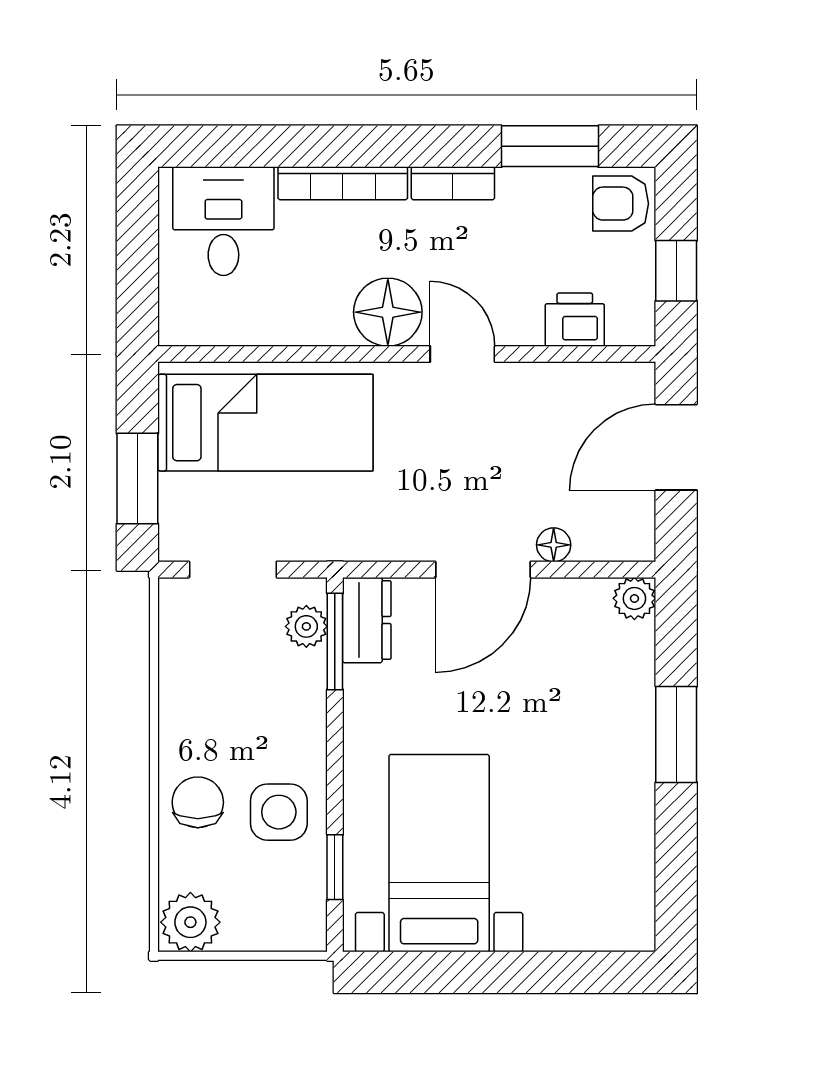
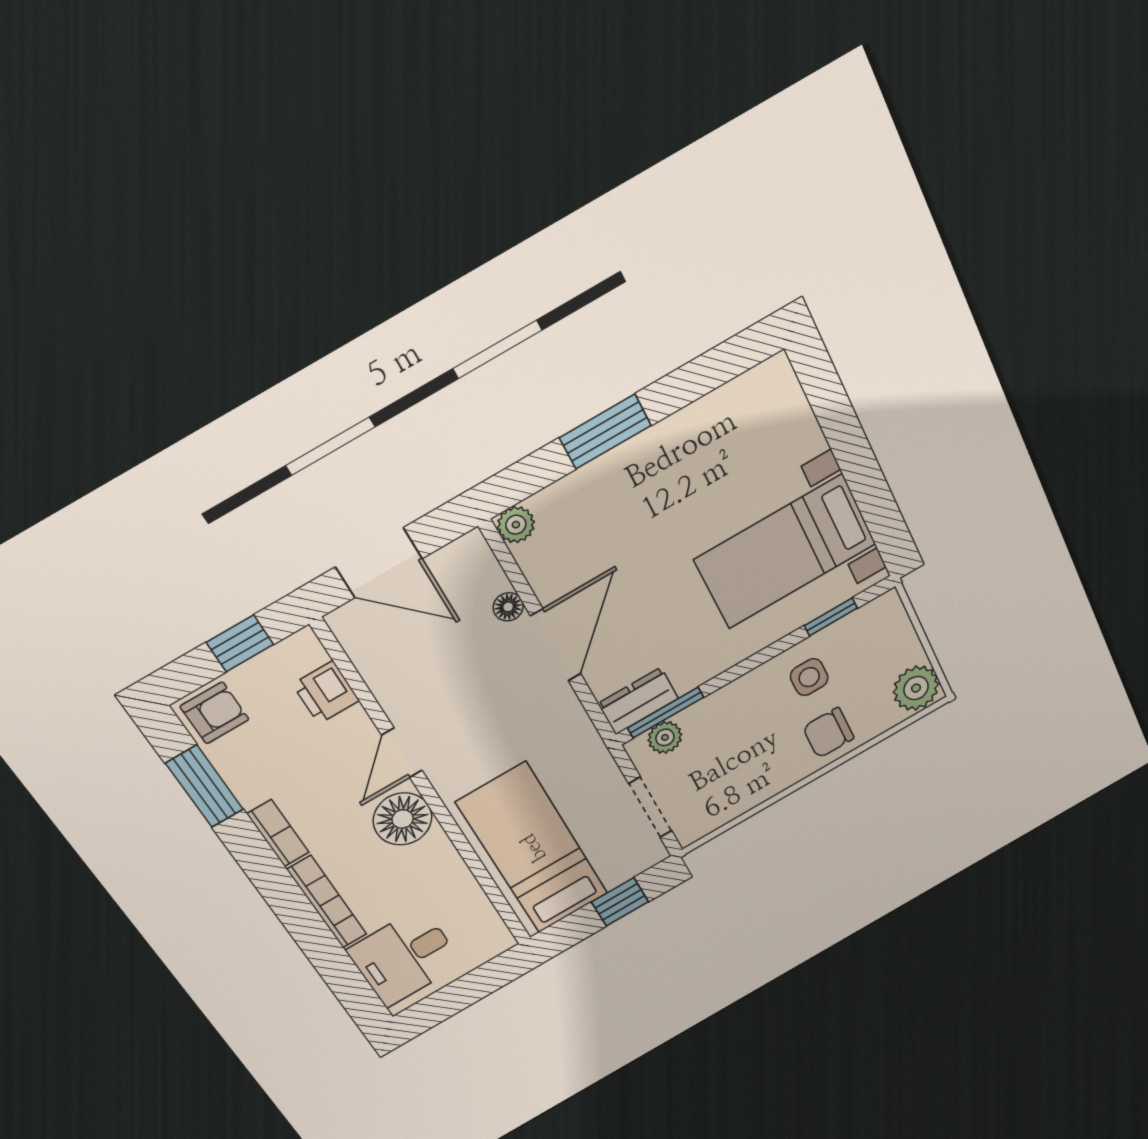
armchair: (621, 204) -> (214, 713), turned -90
window: (137, 479) -> (620, 902), width x0.67
door: (483, 570) -> (556, 645), hinge flipped
side table: (279, 812) -> (809, 677), width x0.73, depth x0.73

